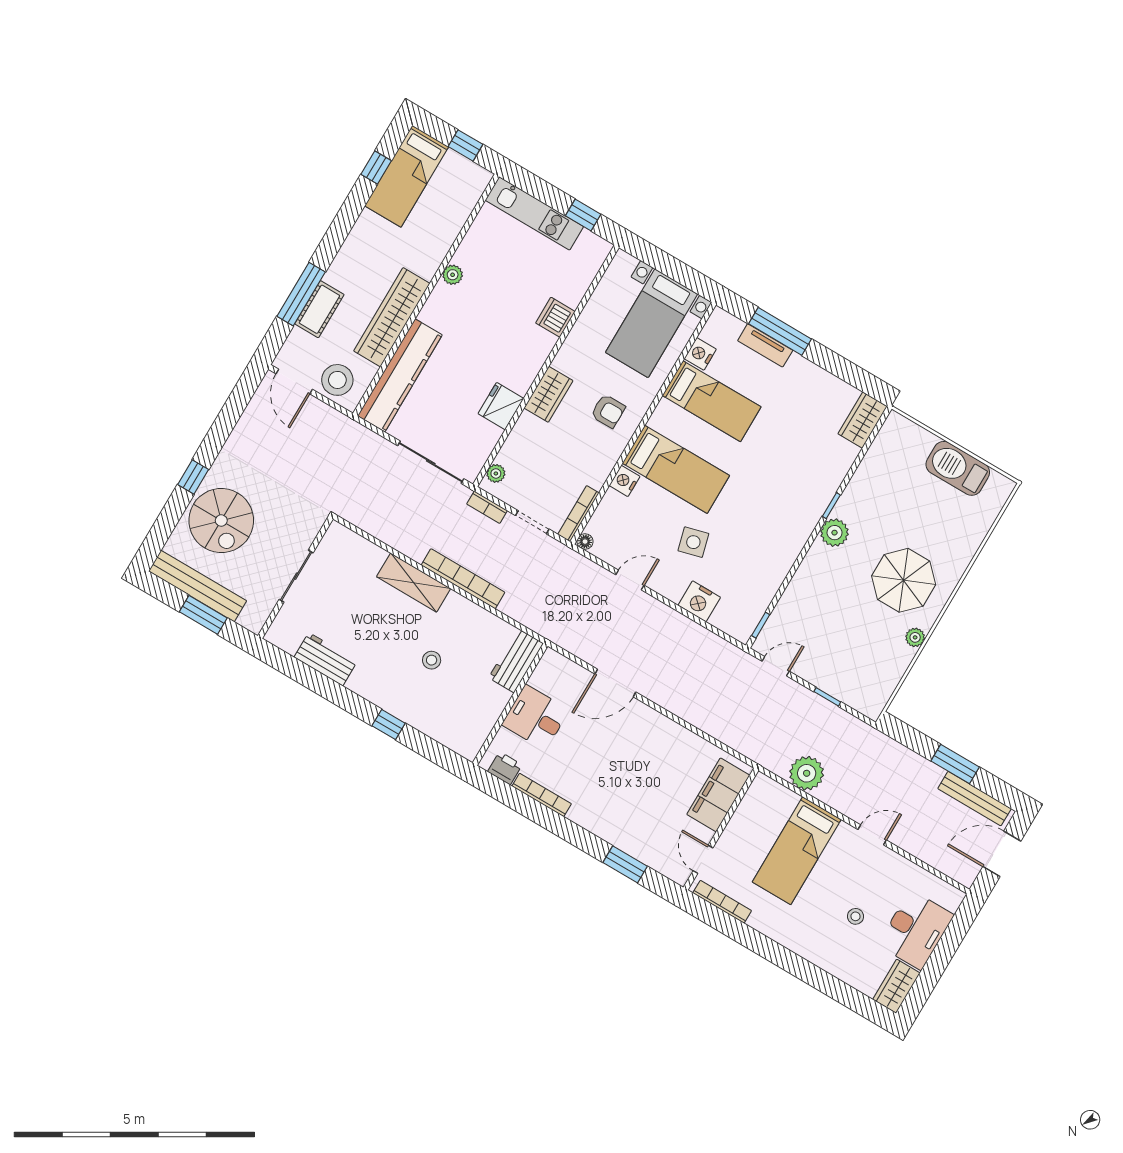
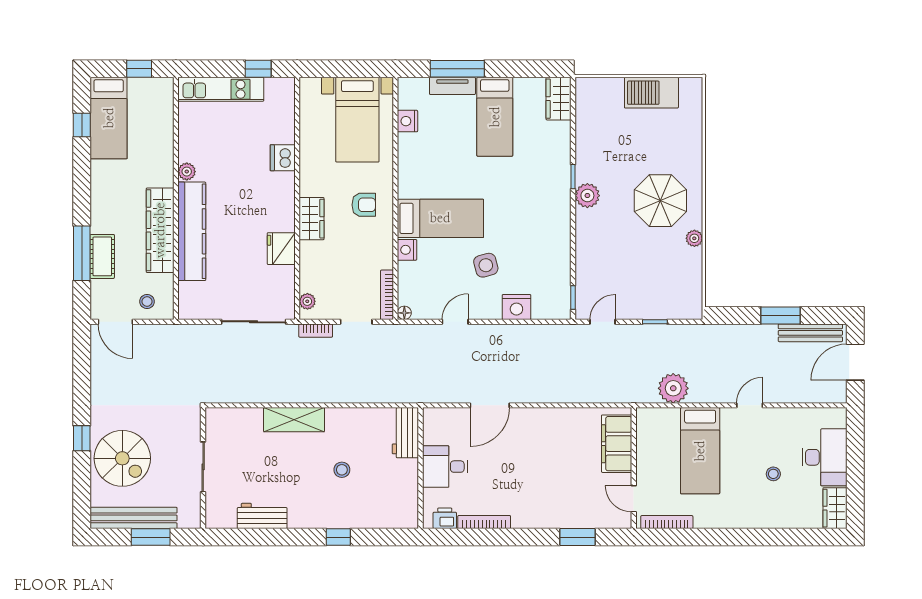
kitchen counter: (400, 375) -> (192, 231), moved
stool: (337, 380) -> (147, 302), width x0.53, depth x0.53
bed: (712, 401) -> (495, 117), moved, turned 90
bookcase: (463, 579) -> (329, 395), removed

